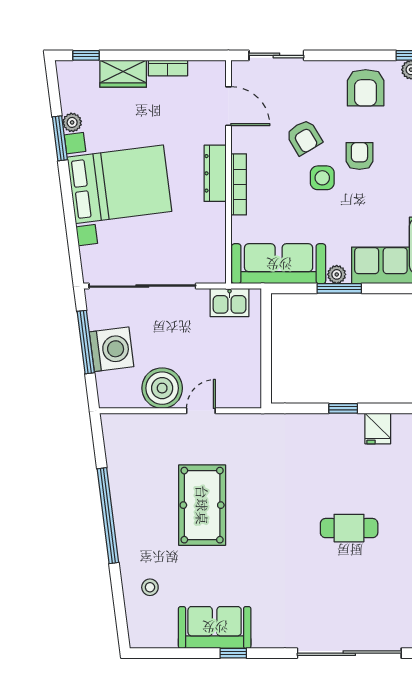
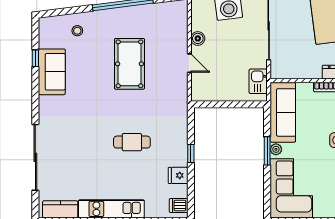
boiler: (162, 388) -> (198, 38), width x0.54, depth x0.54
pool table: (202, 505) -> (129, 64), turned 90
cafe table: (349, 528) -> (132, 142), moved, turned 90
window: (233, 653) -> (35, 58), moved

